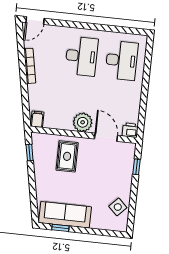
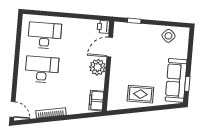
filing cabinet: (37, 119) -> (96, 101), width x2.00
window: (30, 152) -> (124, 111), removed
rug: (67, 156) -> (140, 94), moved

